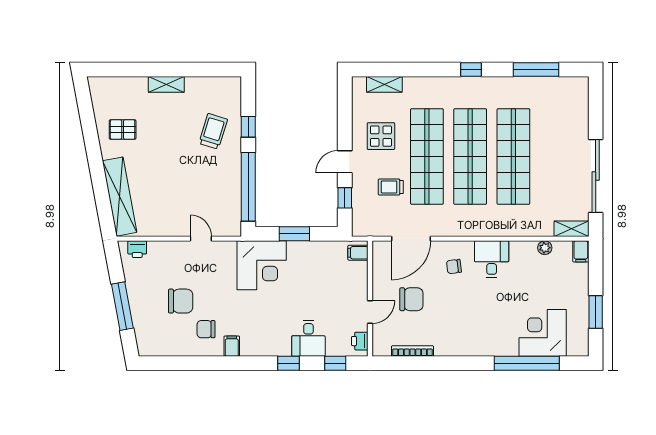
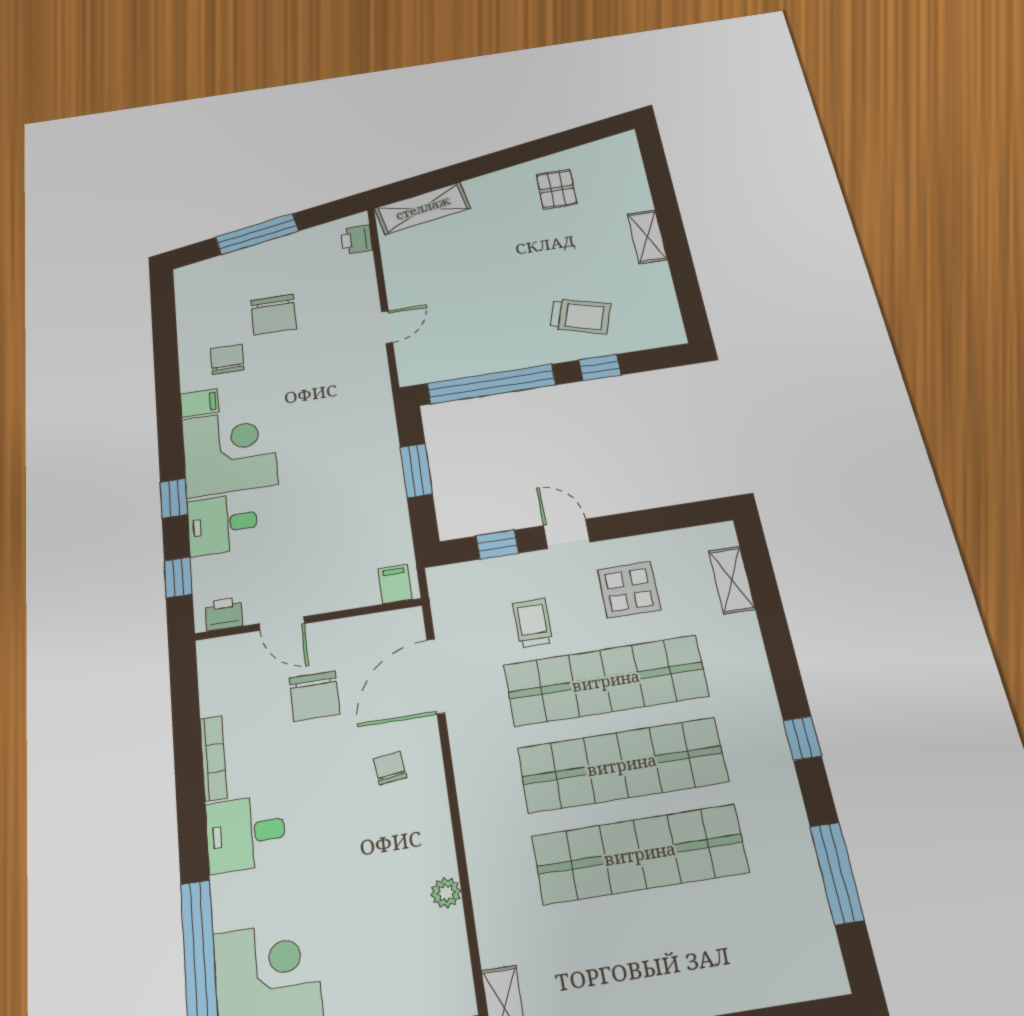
shelving: (120, 197) -> (423, 208), width x0.68
door: (411, 239) -> (436, 676), hinge flipped
plant: (545, 248) -> (446, 893), moved
desk: (492, 259) -> (246, 833), moved, turned 180
corner desk: (262, 265) -> (230, 452), moved, turned 180
bookcase: (412, 351) -> (213, 758), moved

